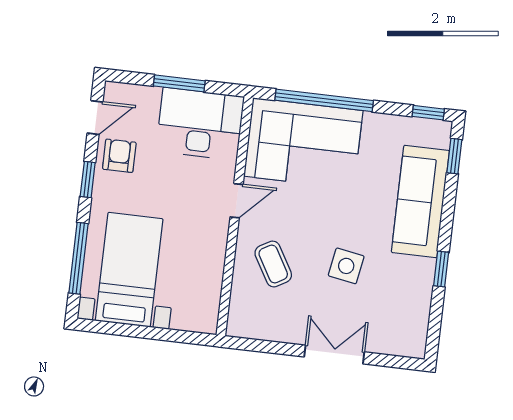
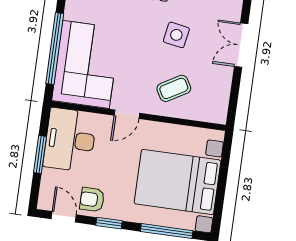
door: (237, 201) -> (127, 114), swing flipped
bed with nightstands: (129, 270) -> (178, 182), width x1.36

